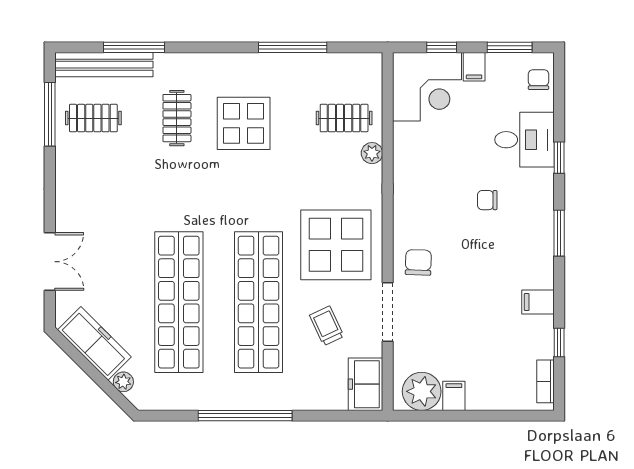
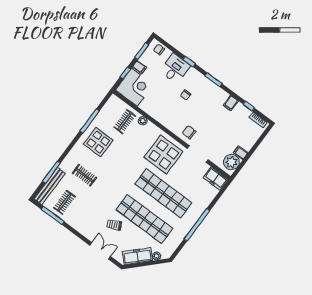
display table: (244, 123) -> (98, 142), moved
trolley: (327, 326) -> (114, 225), moved

